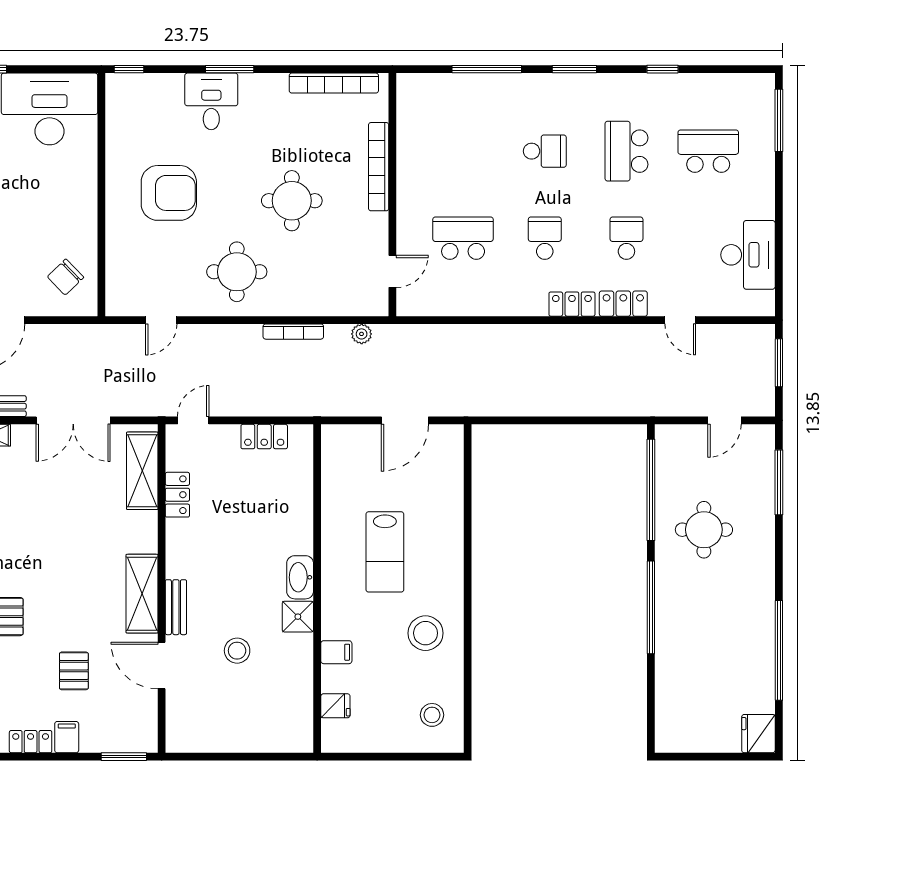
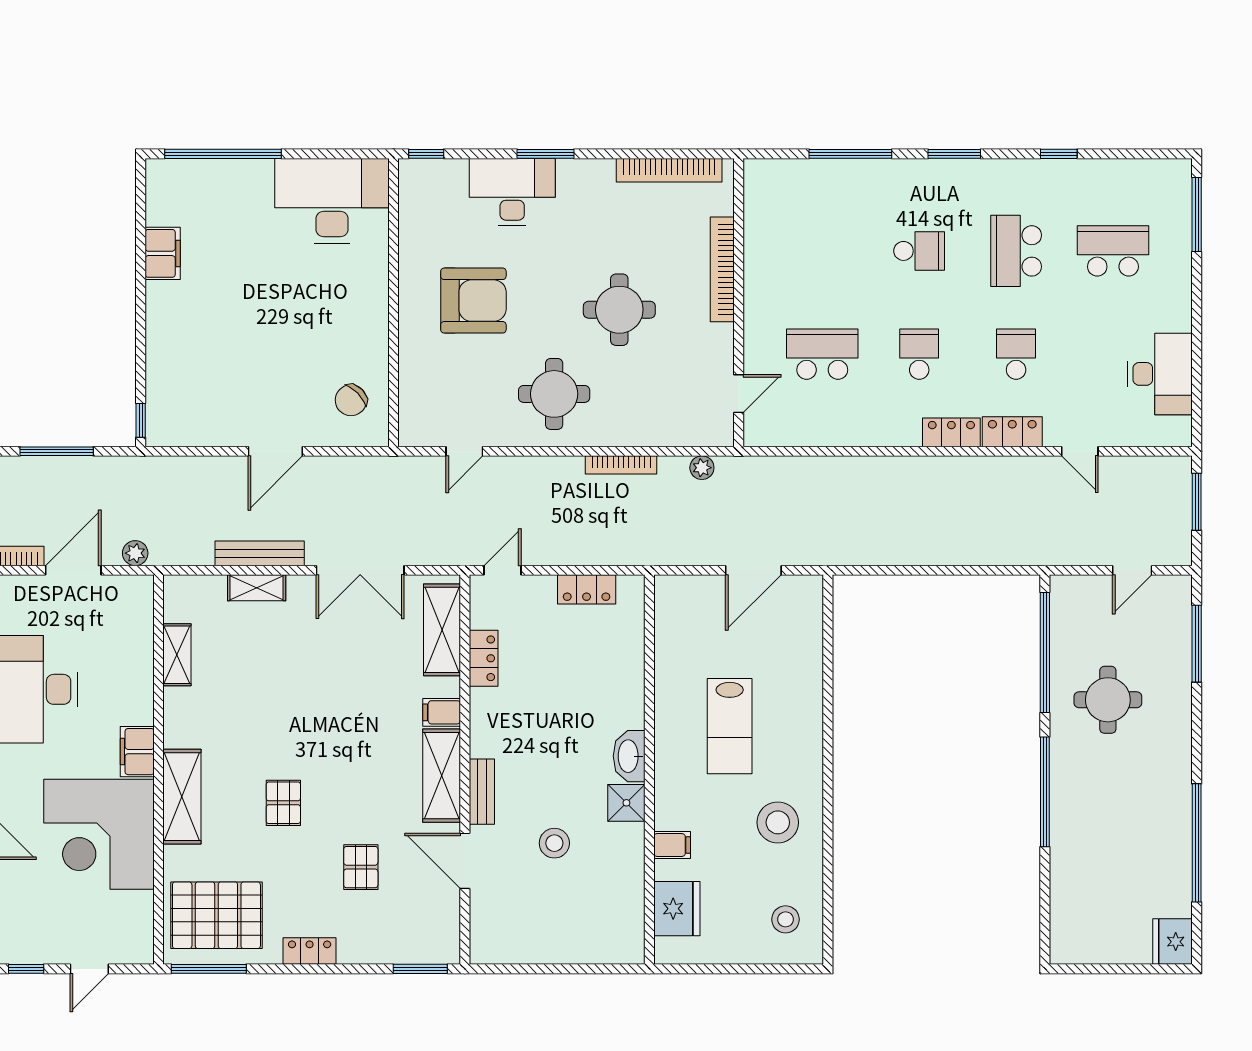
desk: (211, 101) -> (512, 192), width x1.37
fridge: (335, 706) -> (677, 909), width x1.88, depth x1.34
filing cabinet: (67, 737) -> (442, 712), moved, turned -90

